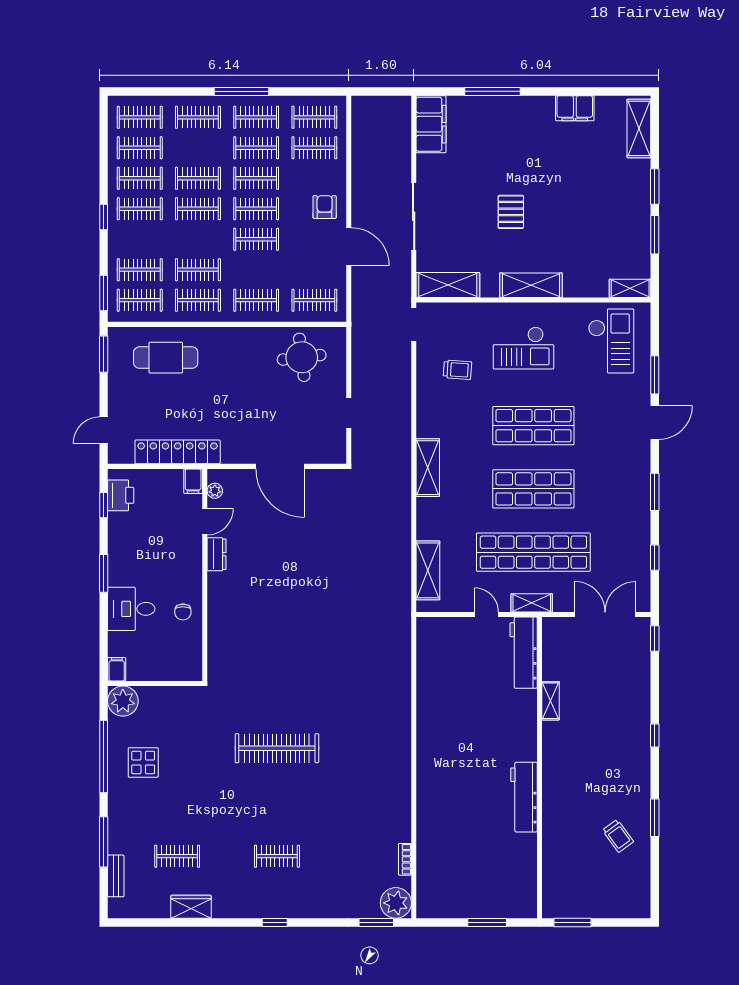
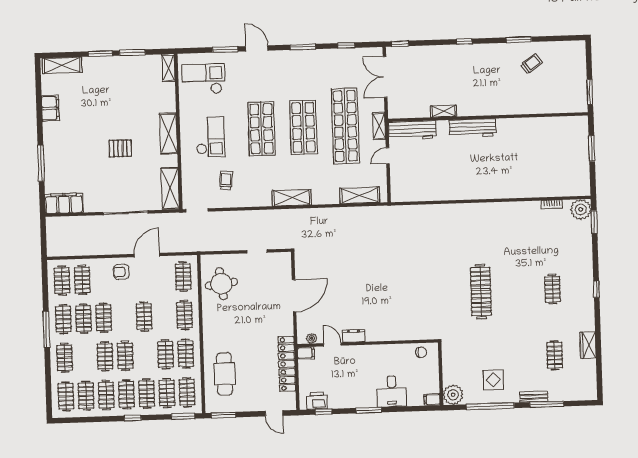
clothes rail: (256, 209) -> (147, 394), moved
chair: (183, 612) -> (421, 352), moved
workbench: (524, 797) -> (473, 128), moved
bench: (116, 876) -> (534, 397), moved

